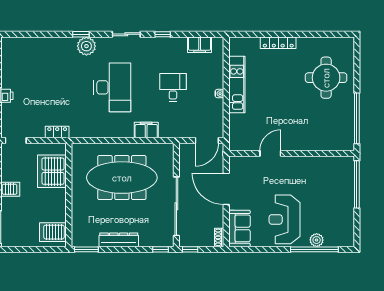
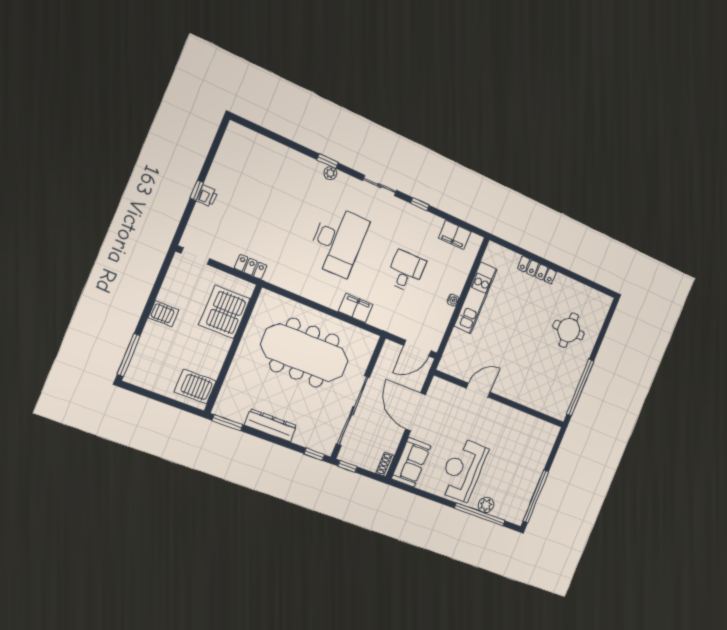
plant: (86, 46) -> (330, 173), width x0.53, depth x0.53
round table: (326, 78) -> (569, 330), width x0.73, depth x0.73
window: (357, 184) -> (536, 496), moved

